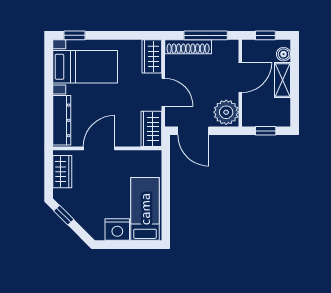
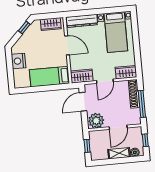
window: (75, 35) -> (134, 24), removed
door: (240, 77) -> (118, 127), hinge flipped
bed: (145, 209) -> (49, 77), moved, turned 180

